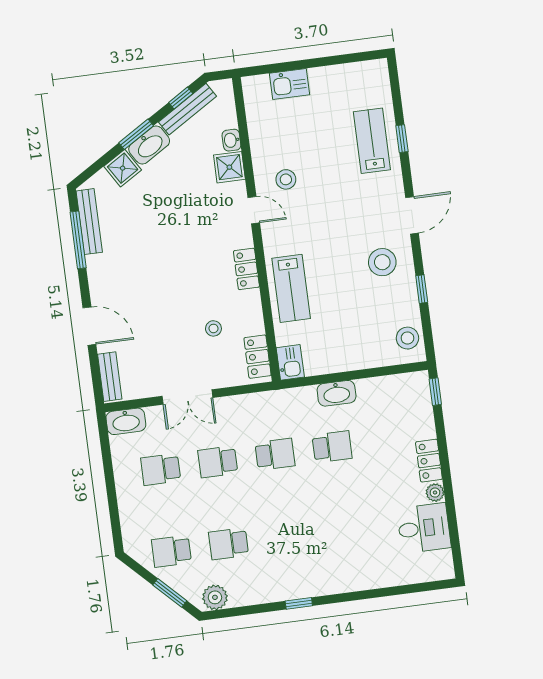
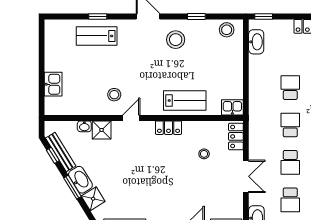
locker: (257, 357) -> (236, 136), moved, turned 90
washbasin: (337, 393) -> (256, 42), moved

